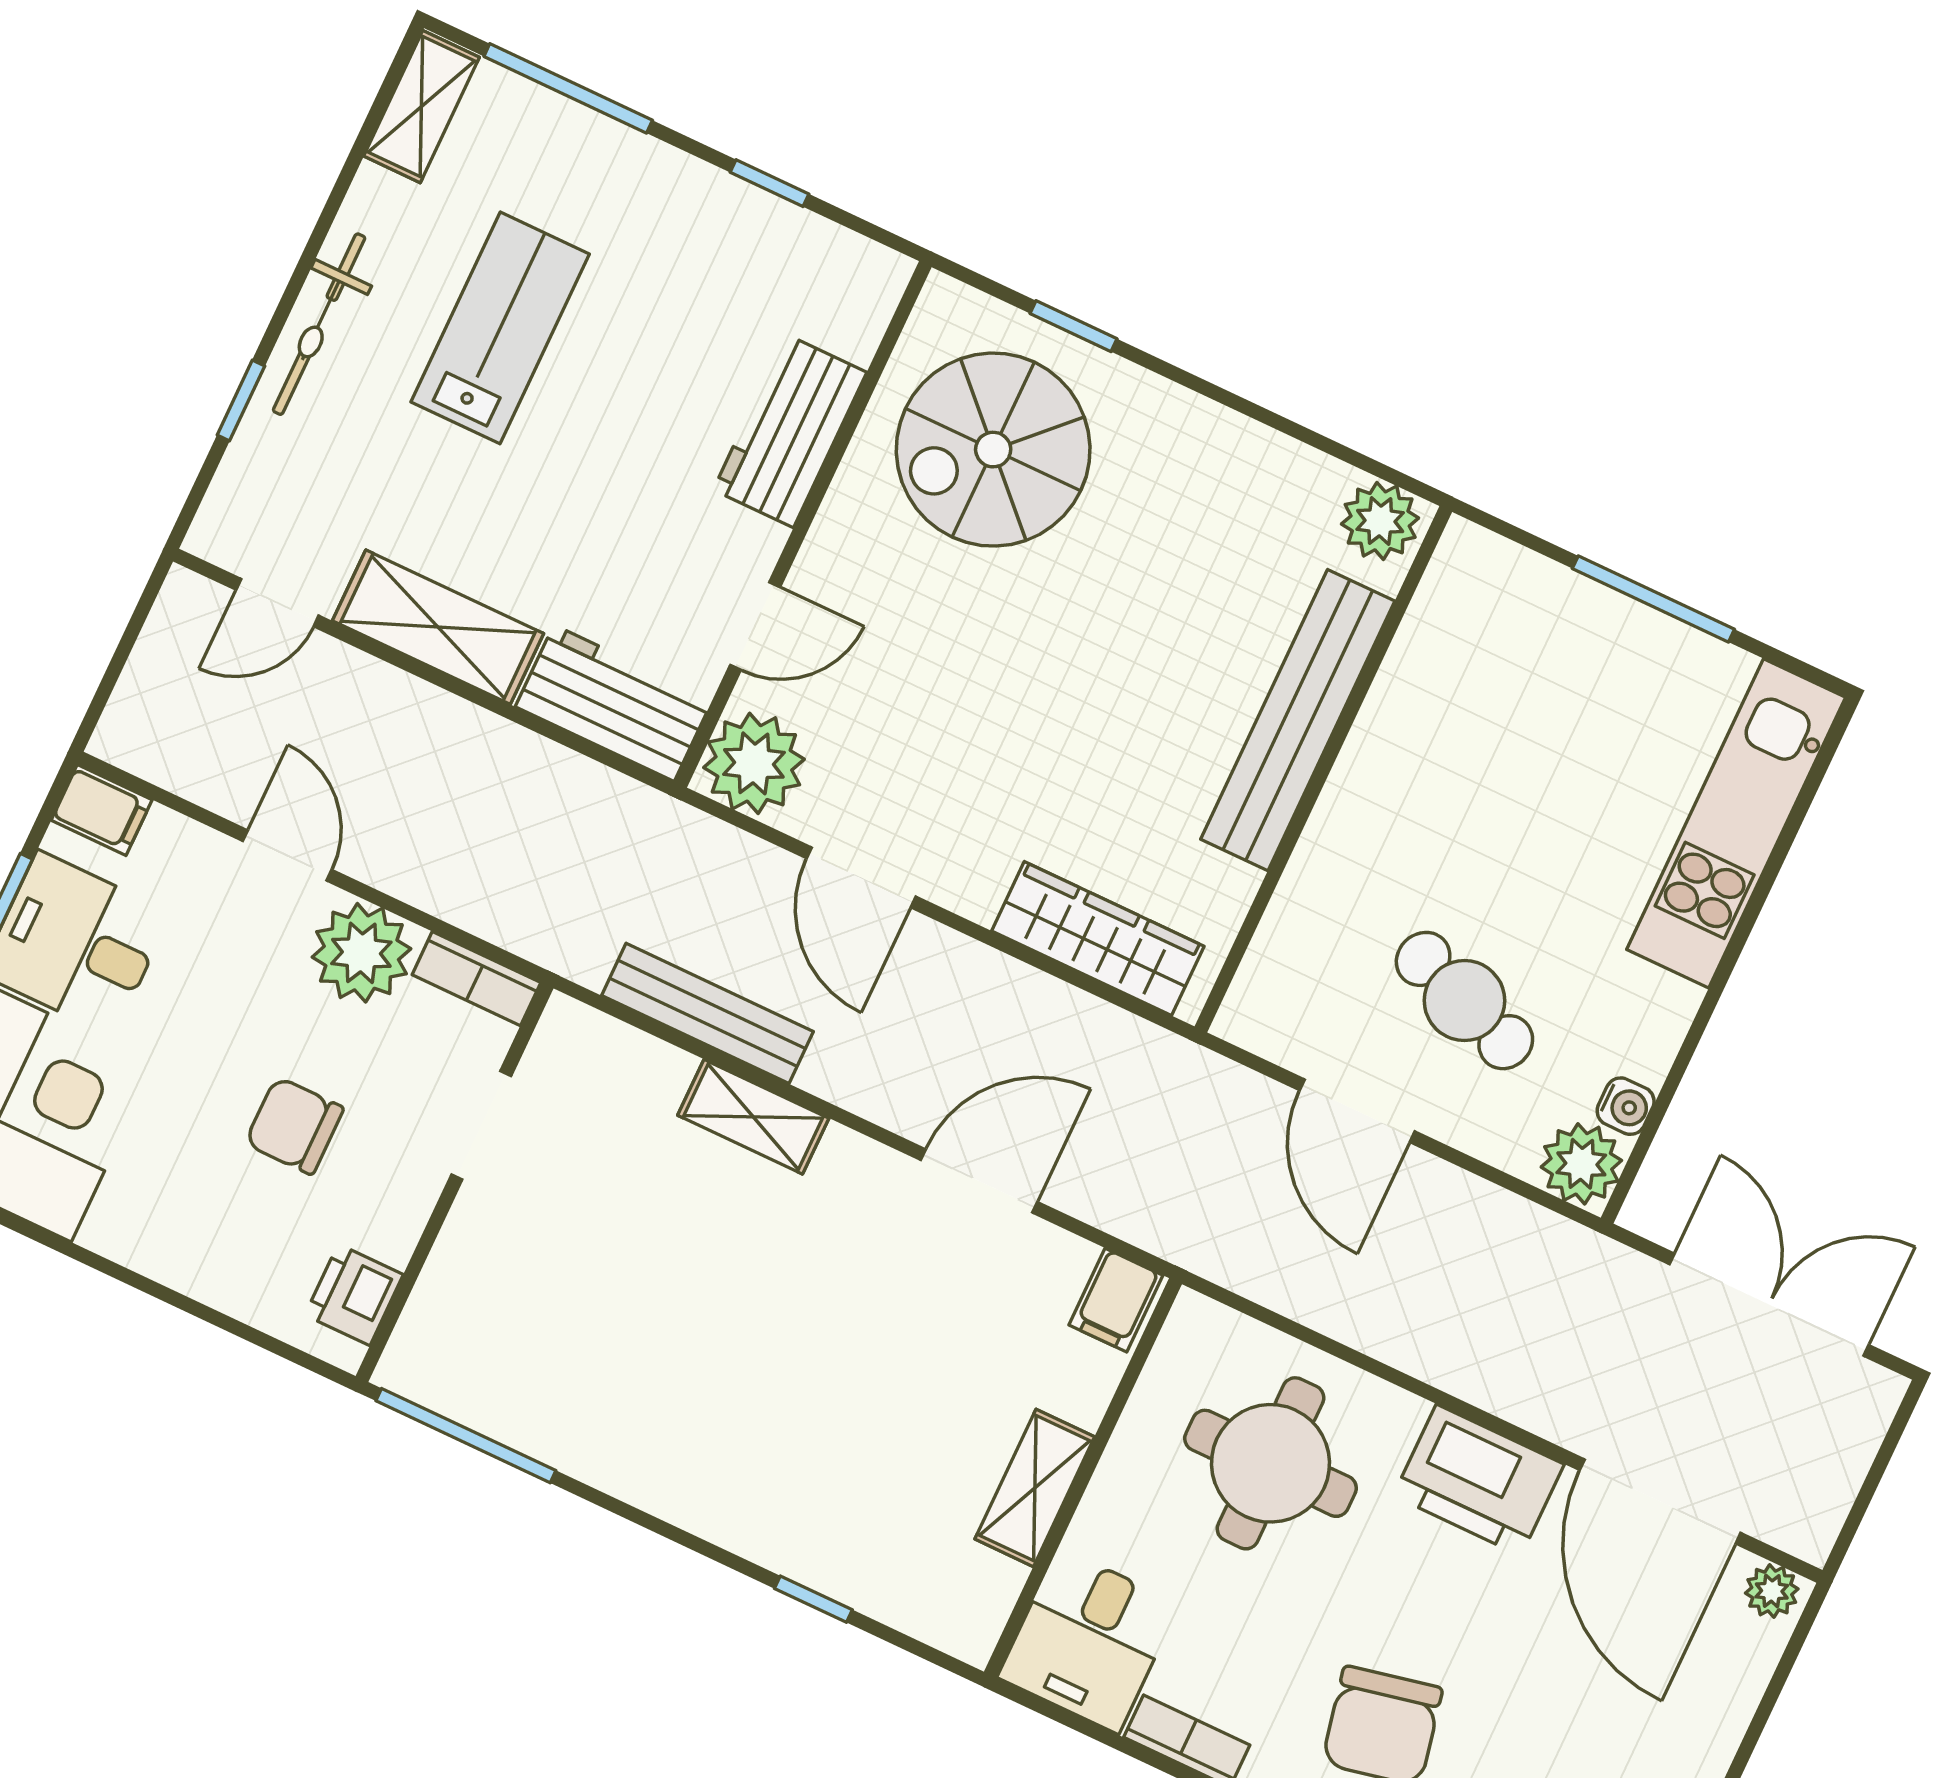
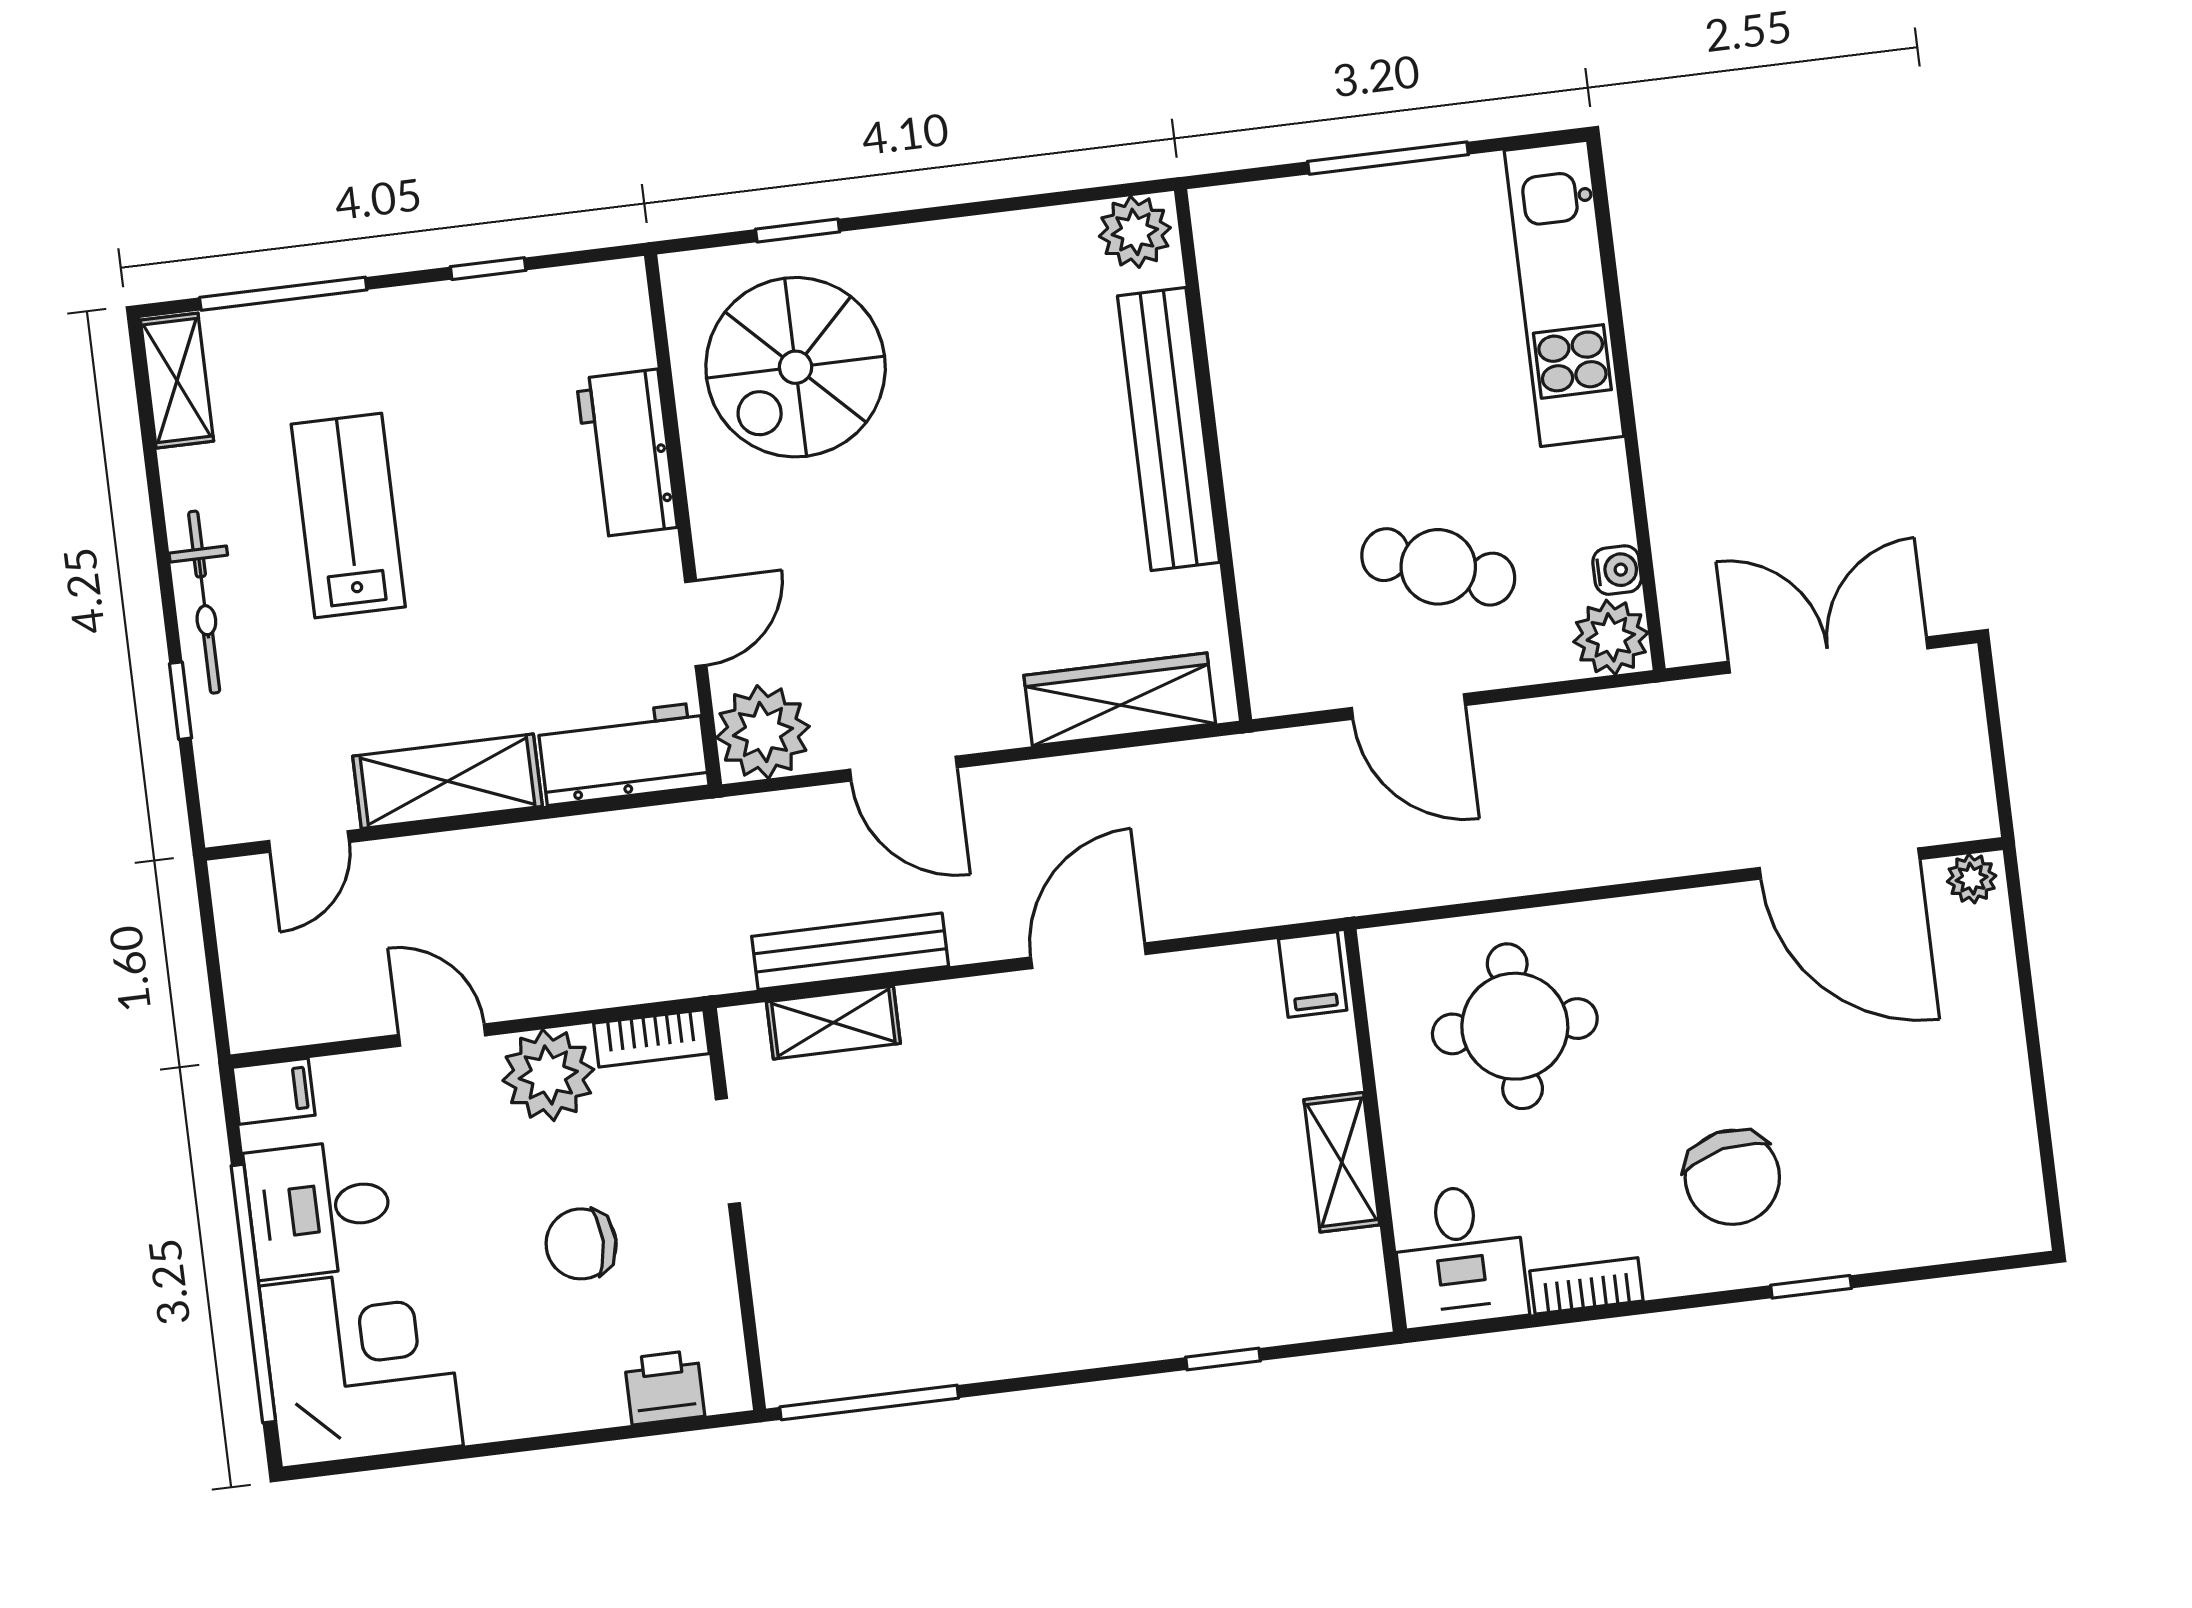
shelving: (753, 1117) -> (833, 1023), moved
door: (979, 1181) -> (1088, 956), moved
printer: (354, 1295) -> (665, 1387), moved, turned 90
printer: (1479, 1480) -> (1687, 936), removed

